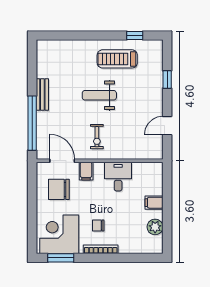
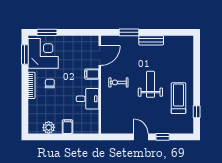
window: (32, 123) -> (129, 32), width x0.47
door: (167, 126) -> (141, 137), moved
chair: (59, 189) -> (78, 53), removed
window: (32, 229) -> (47, 32), added

